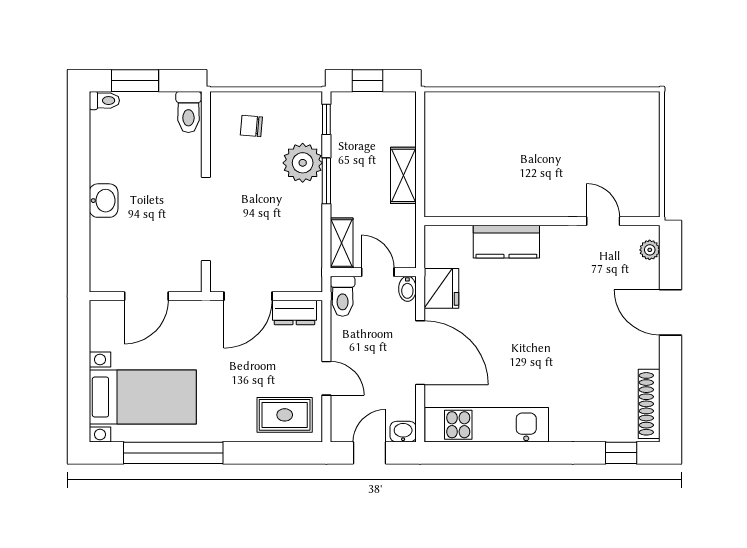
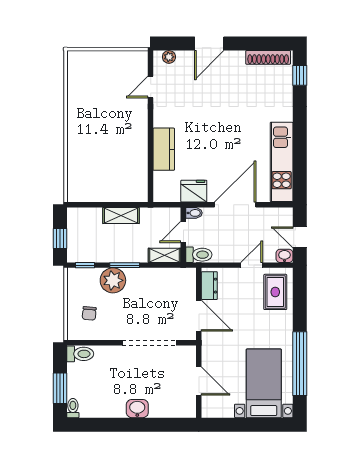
washbasin: (403, 432) -> (284, 256), moved, turned 90

